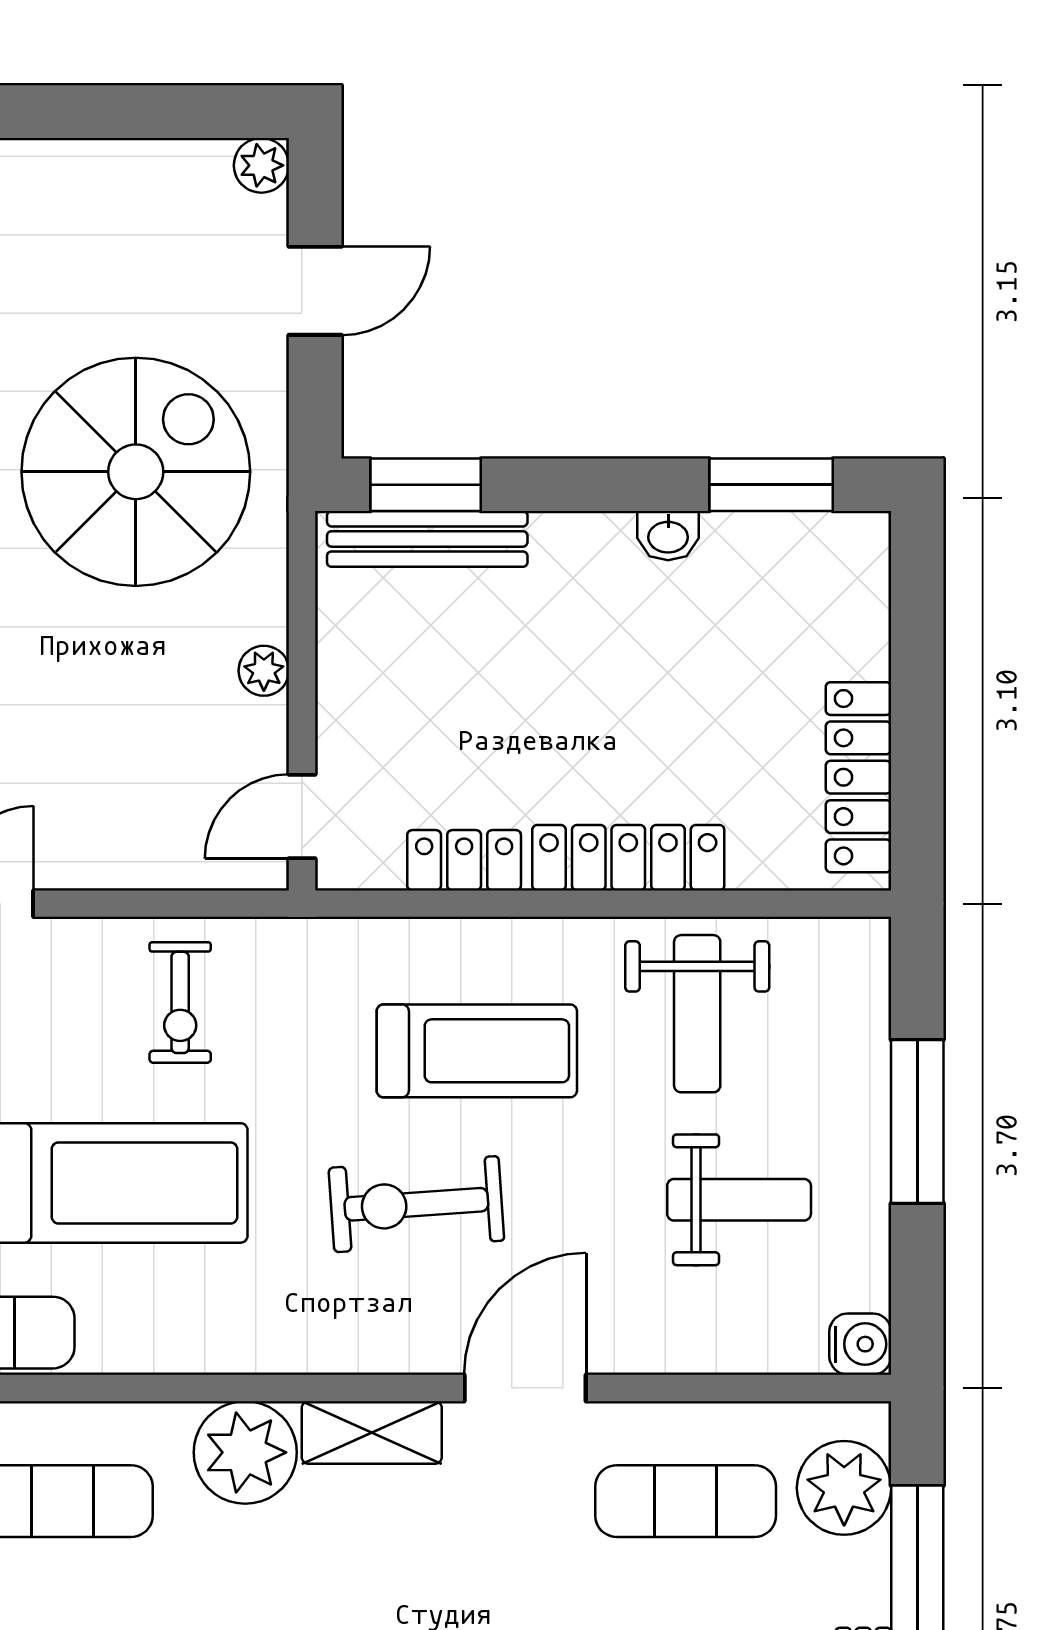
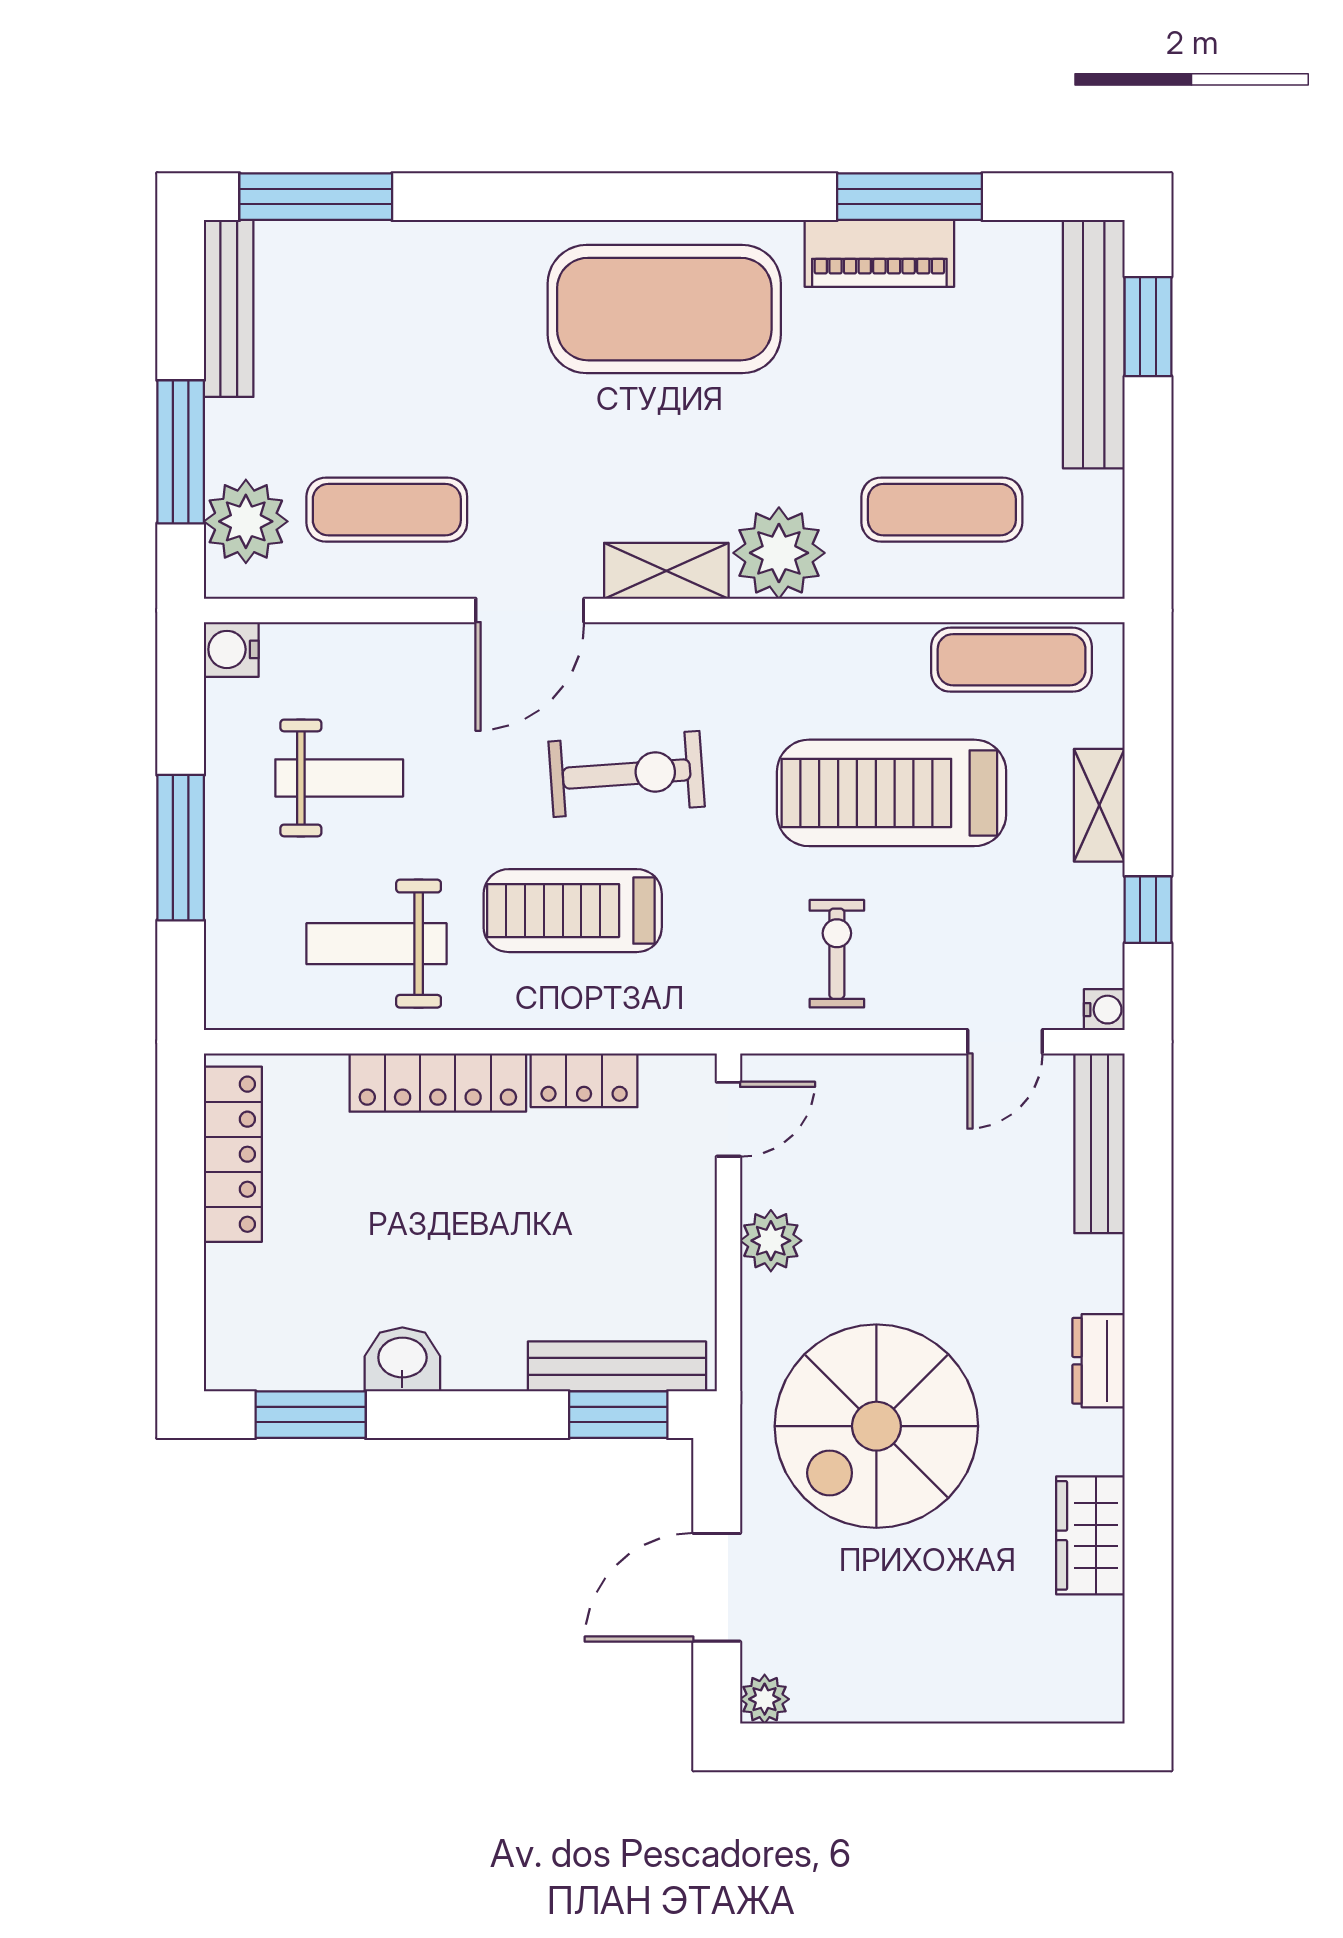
door: (315, 291) -> (717, 1587), width x1.38
washbasin: (668, 536) -> (402, 1359), width x1.38, depth x1.45
plant: (264, 671) -> (771, 1241), width x1.38, depth x1.38
weight bench: (697, 1014) -> (376, 944), turned -90
weight bench: (739, 1200) -> (339, 778), turned 180

